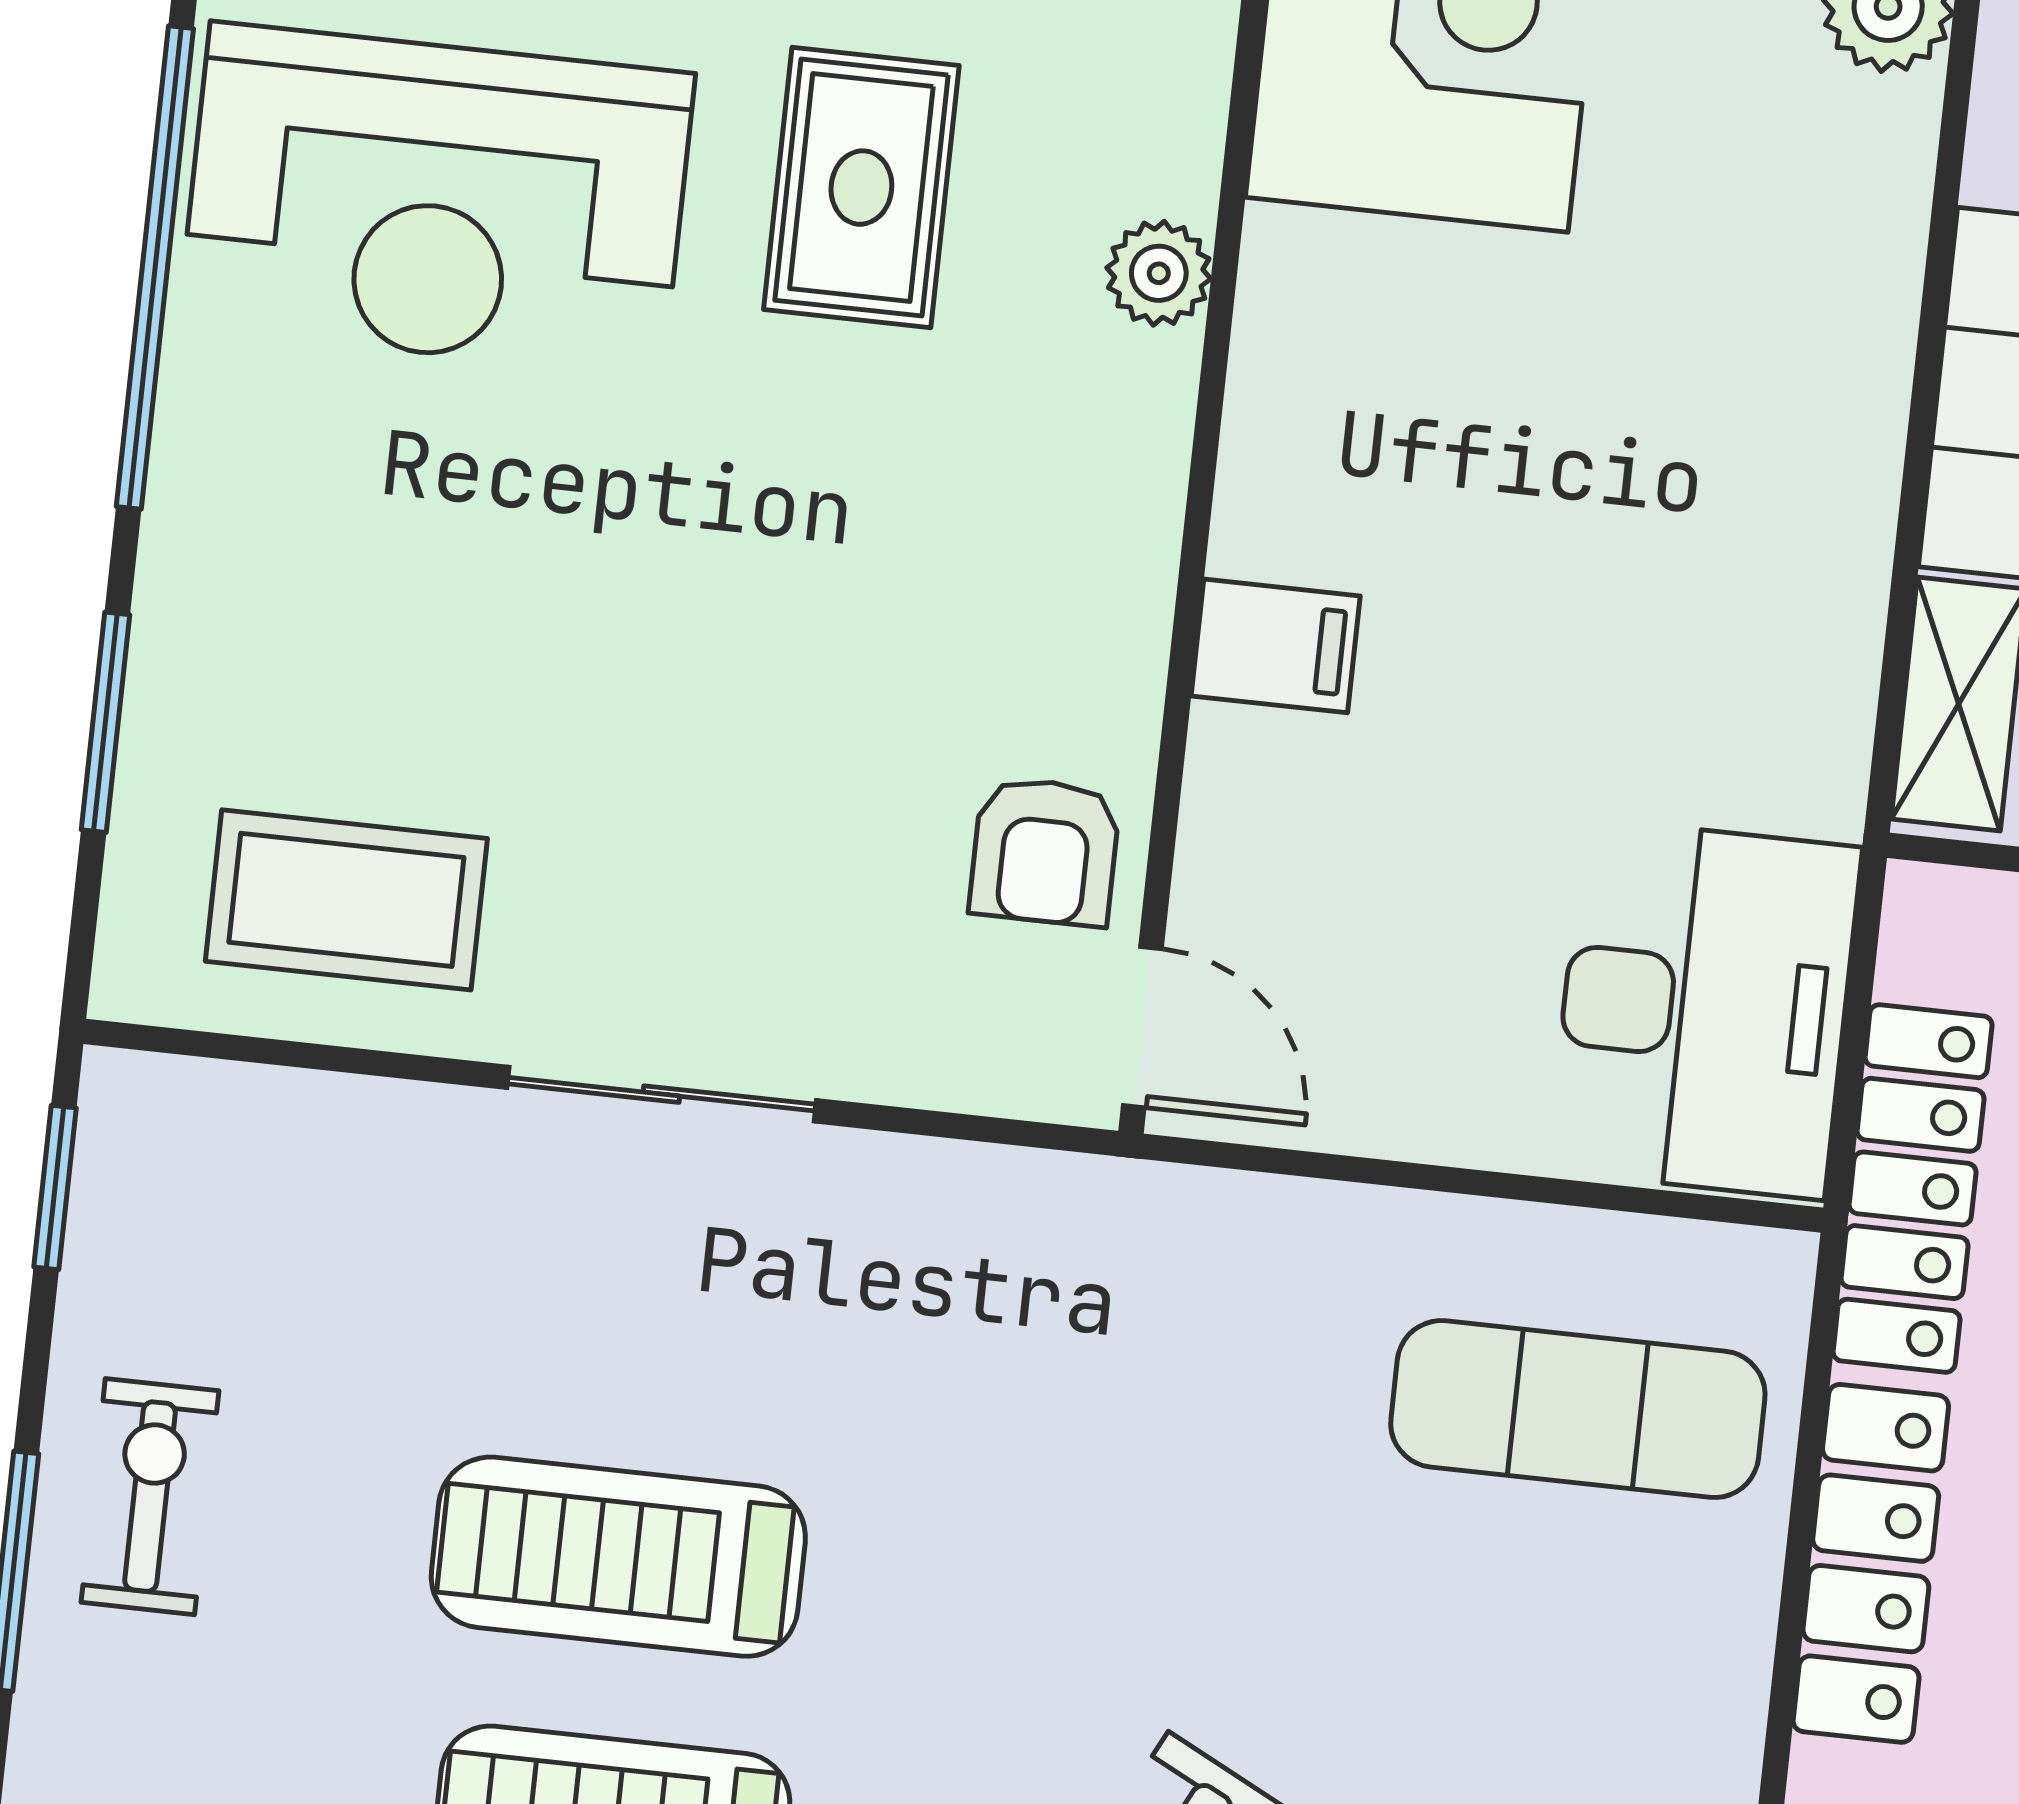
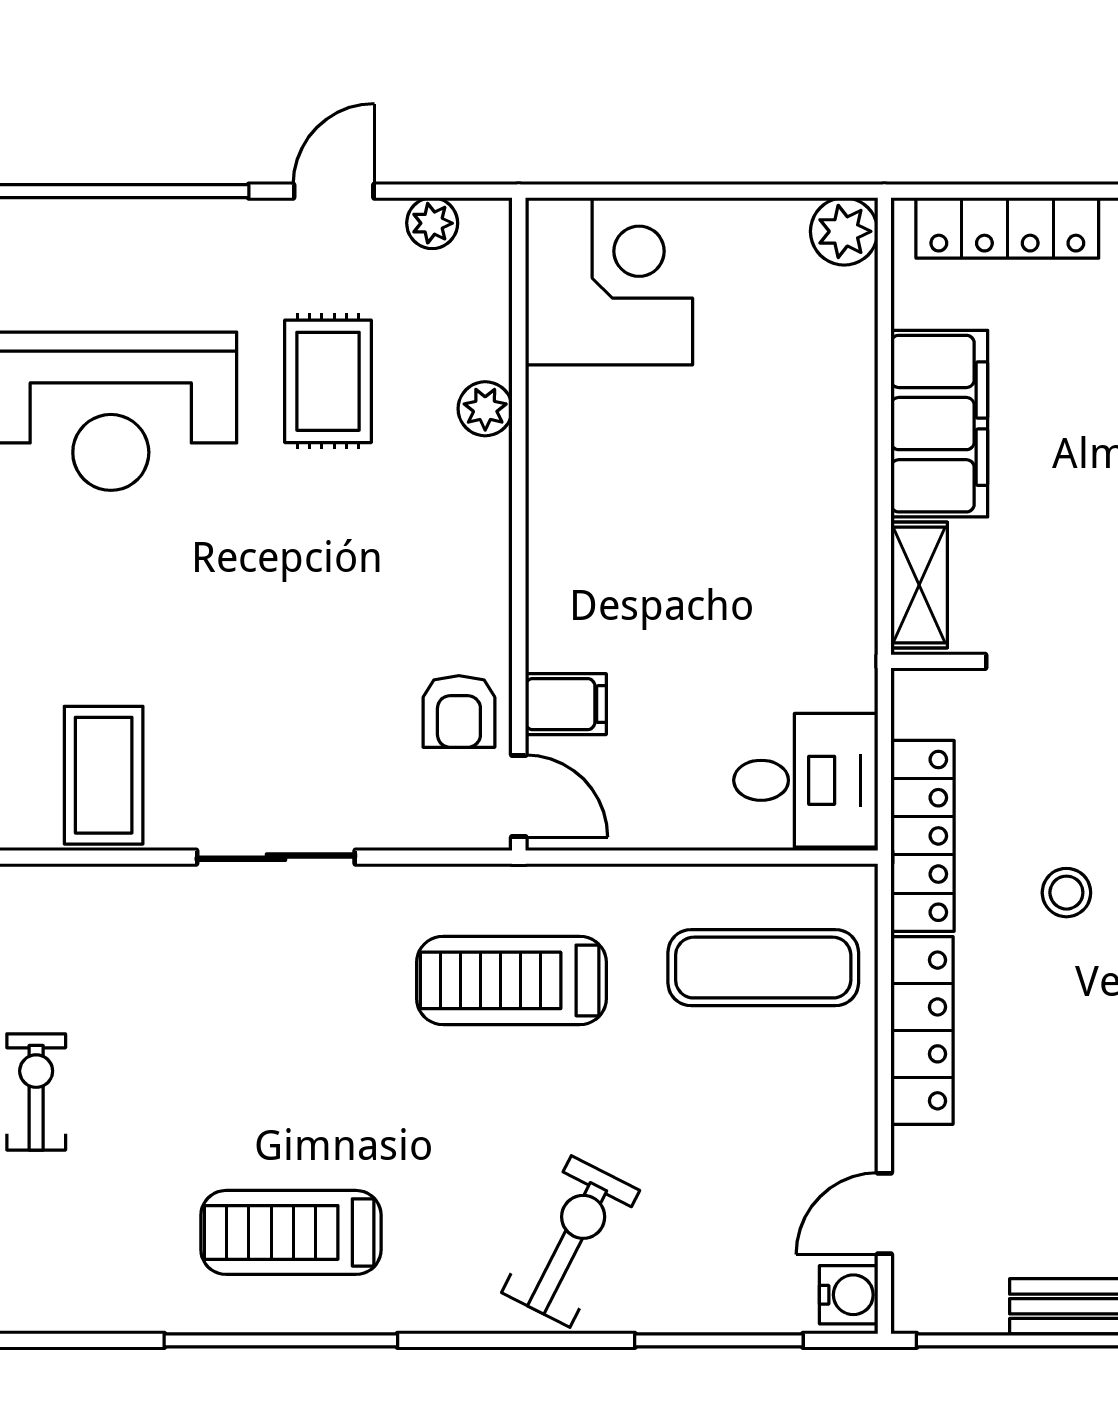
filing cabinet: (1276, 646) -> (566, 704), moved
coffee table: (346, 900) -> (104, 775), turned 90
desk: (1704, 1009) -> (806, 780), width x0.73
treadmill: (618, 1557) -> (511, 980), moved

